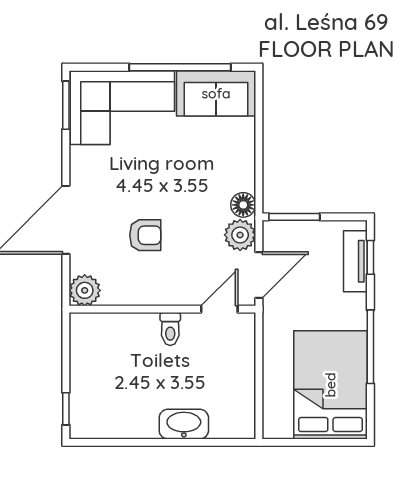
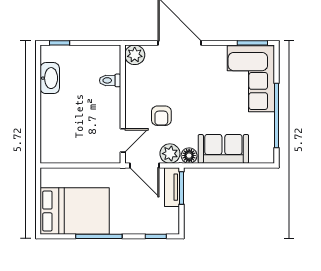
sofa: (216, 93) -> (223, 149), moved, turned 90
armchair: (145, 235) -> (161, 116), moved
tv unit: (355, 261) -> (172, 187), moved, turned -90
door: (219, 309) -> (123, 140), hinge flipped
toilet: (170, 329) -> (110, 80), moved
washbasin: (184, 424) -> (50, 78), moved

